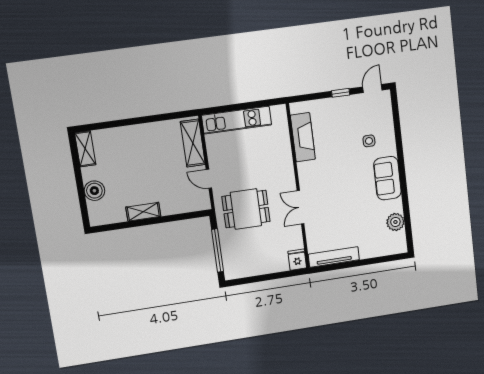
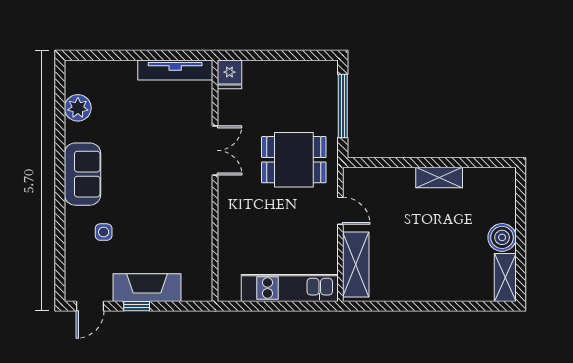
fireplace: (303, 137) -> (147, 288), moved, turned 90
boiler: (94, 191) -> (502, 237), moved

